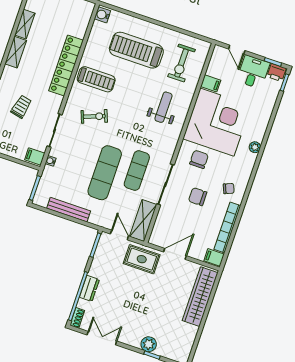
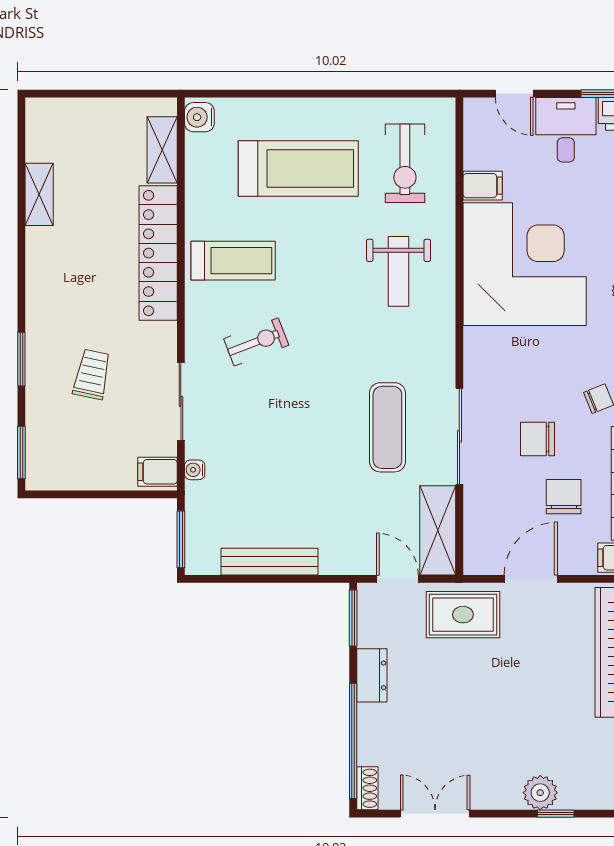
treadmill: (136, 50) -> (298, 168), turned 180
shelving: (16, 52) -> (162, 150), moved
weight bench: (163, 107) -> (398, 271), turned 180
chair: (199, 159) -> (564, 497), moved
exercise mat: (105, 173) -> (320, 456), removed
dresser: (89, 288) -> (372, 675), moved

